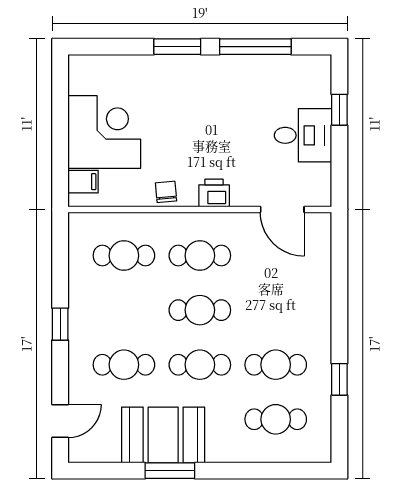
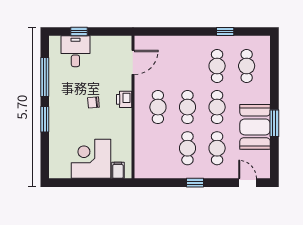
desk: (303, 135) -> (75, 51), moved
chair: (166, 192) -> (93, 102), moved
cafe table: (124, 256) -> (187, 148), moved

